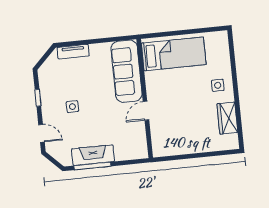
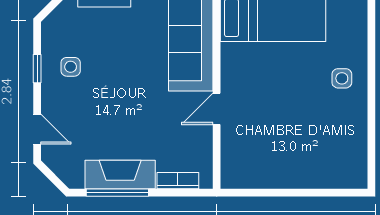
side table: (72, 107) -> (71, 67), moved
wardrobe: (227, 118) -> (353, 135), removed
bookcase: (127, 155) -> (178, 181), added

